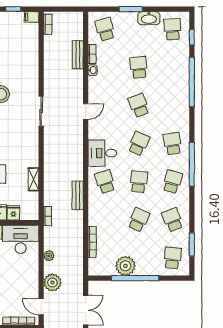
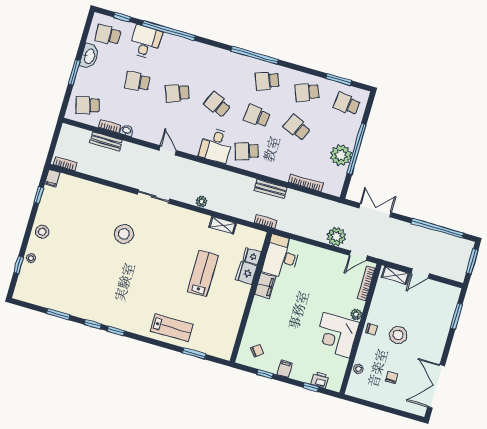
desk: (176, 64) -> (145, 42), added
school desk: (172, 144) -> (227, 69), removed
school desk: (172, 182) -> (267, 81), turned -36
bench: (78, 195) -> (271, 189), moved
plant: (49, 256) -> (202, 202), moved

